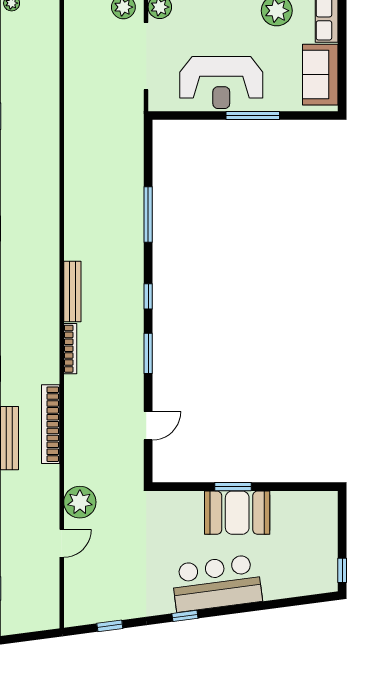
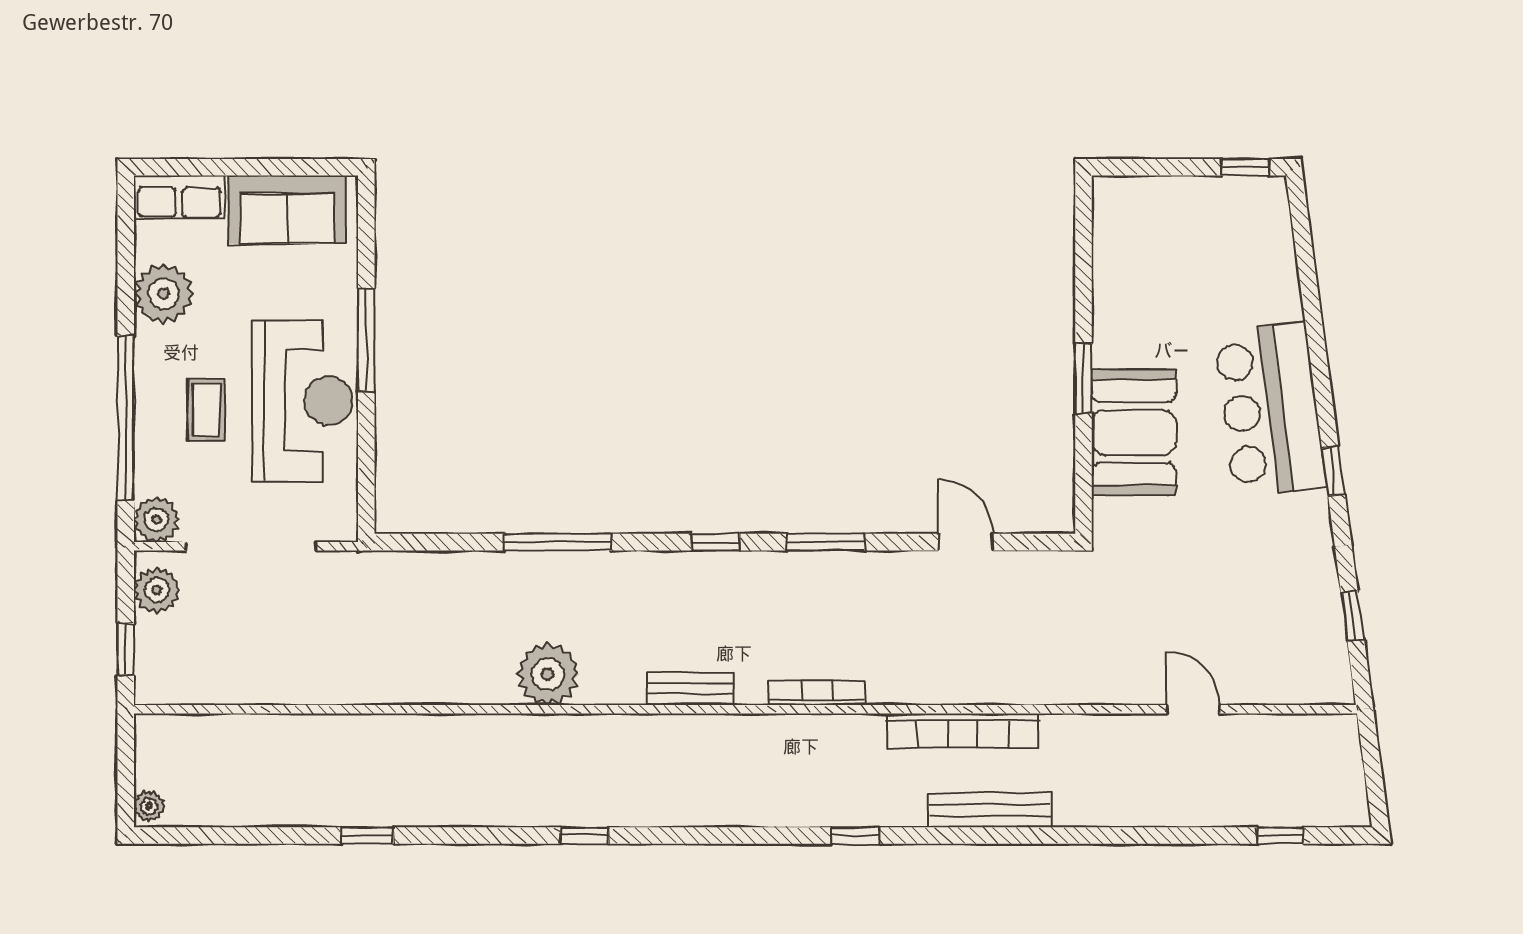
coffee table: (217, 33) -> (206, 410), added
bench: (72, 291) -> (690, 689), width x0.73
plant: (80, 502) -> (548, 674), moved
booth: (237, 513) -> (1134, 432), moved

